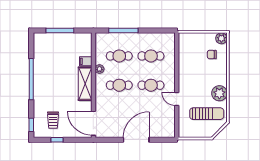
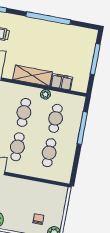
filing cabinet: (86, 61) -> (62, 82), width x2.00

